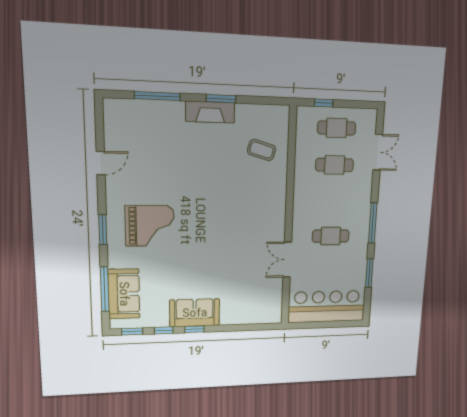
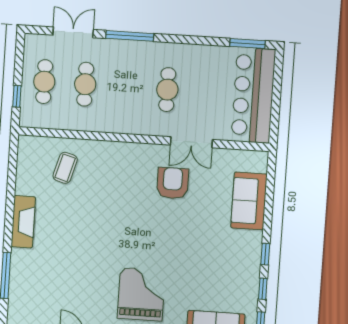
window: (221, 99) -> (10, 210), removed
window: (373, 223) -> (130, 36), moved
armchair: (252, 246) -> (173, 183), added
window: (369, 273) -> (248, 43), moved
sofa: (195, 313) -> (249, 201), moved

